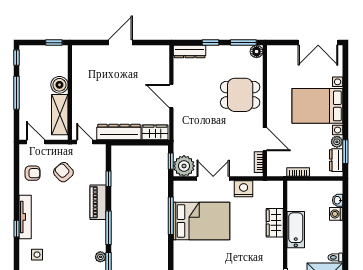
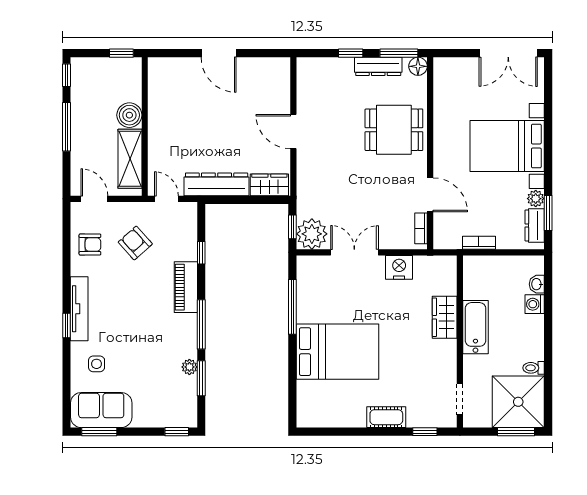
door: (120, 43) -> (219, 53), swing flipped
dresser: (190, 52) -> (378, 66), moved
bed: (202, 221) -> (337, 352), moved

